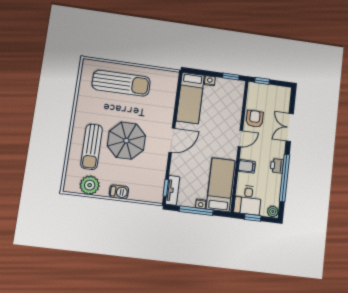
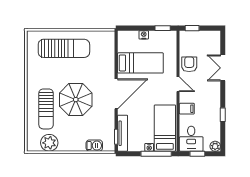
bed: (190, 98) -> (140, 63), moved, turned -90
door: (240, 139) -> (178, 84), hinge flipped
door: (172, 140) -> (116, 94), width x1.36
printer: (277, 166) -> (214, 105), removed
window: (285, 178) -> (223, 115), width x0.32
tv unit: (173, 190) -> (123, 133), width x1.41
barbecue: (119, 192) -> (94, 146), moved
window: (196, 211) -> (156, 154), moved

